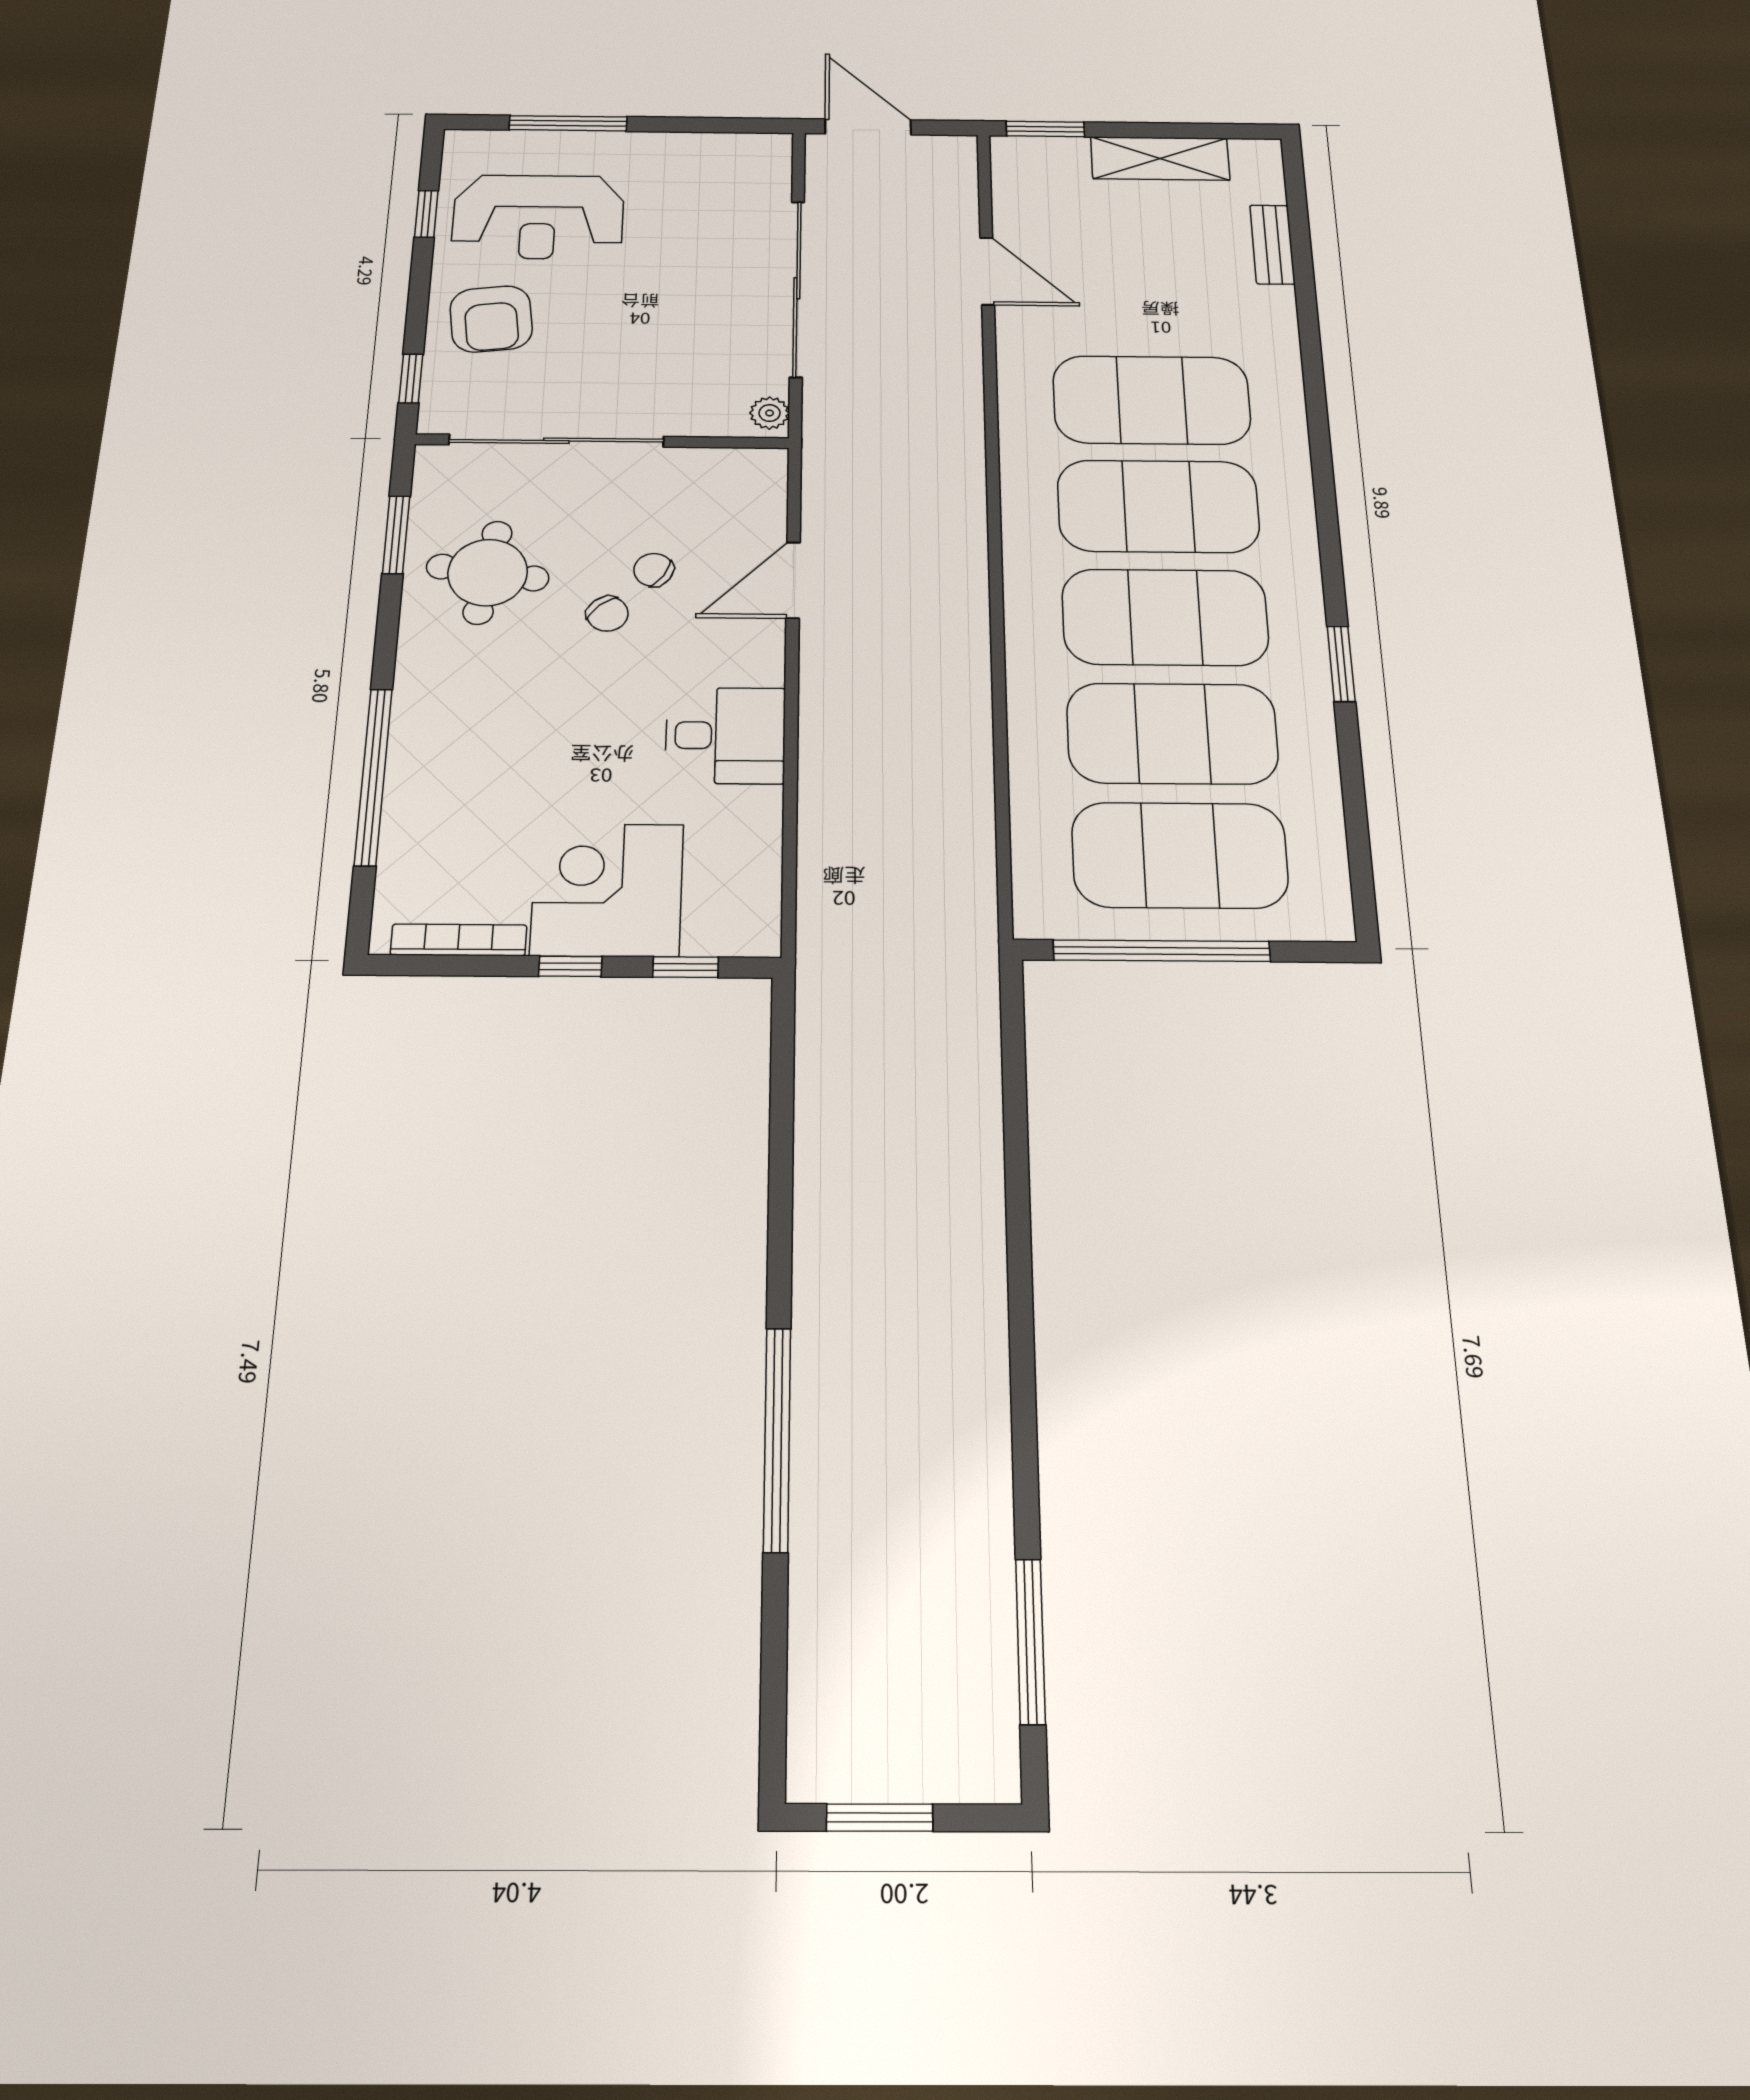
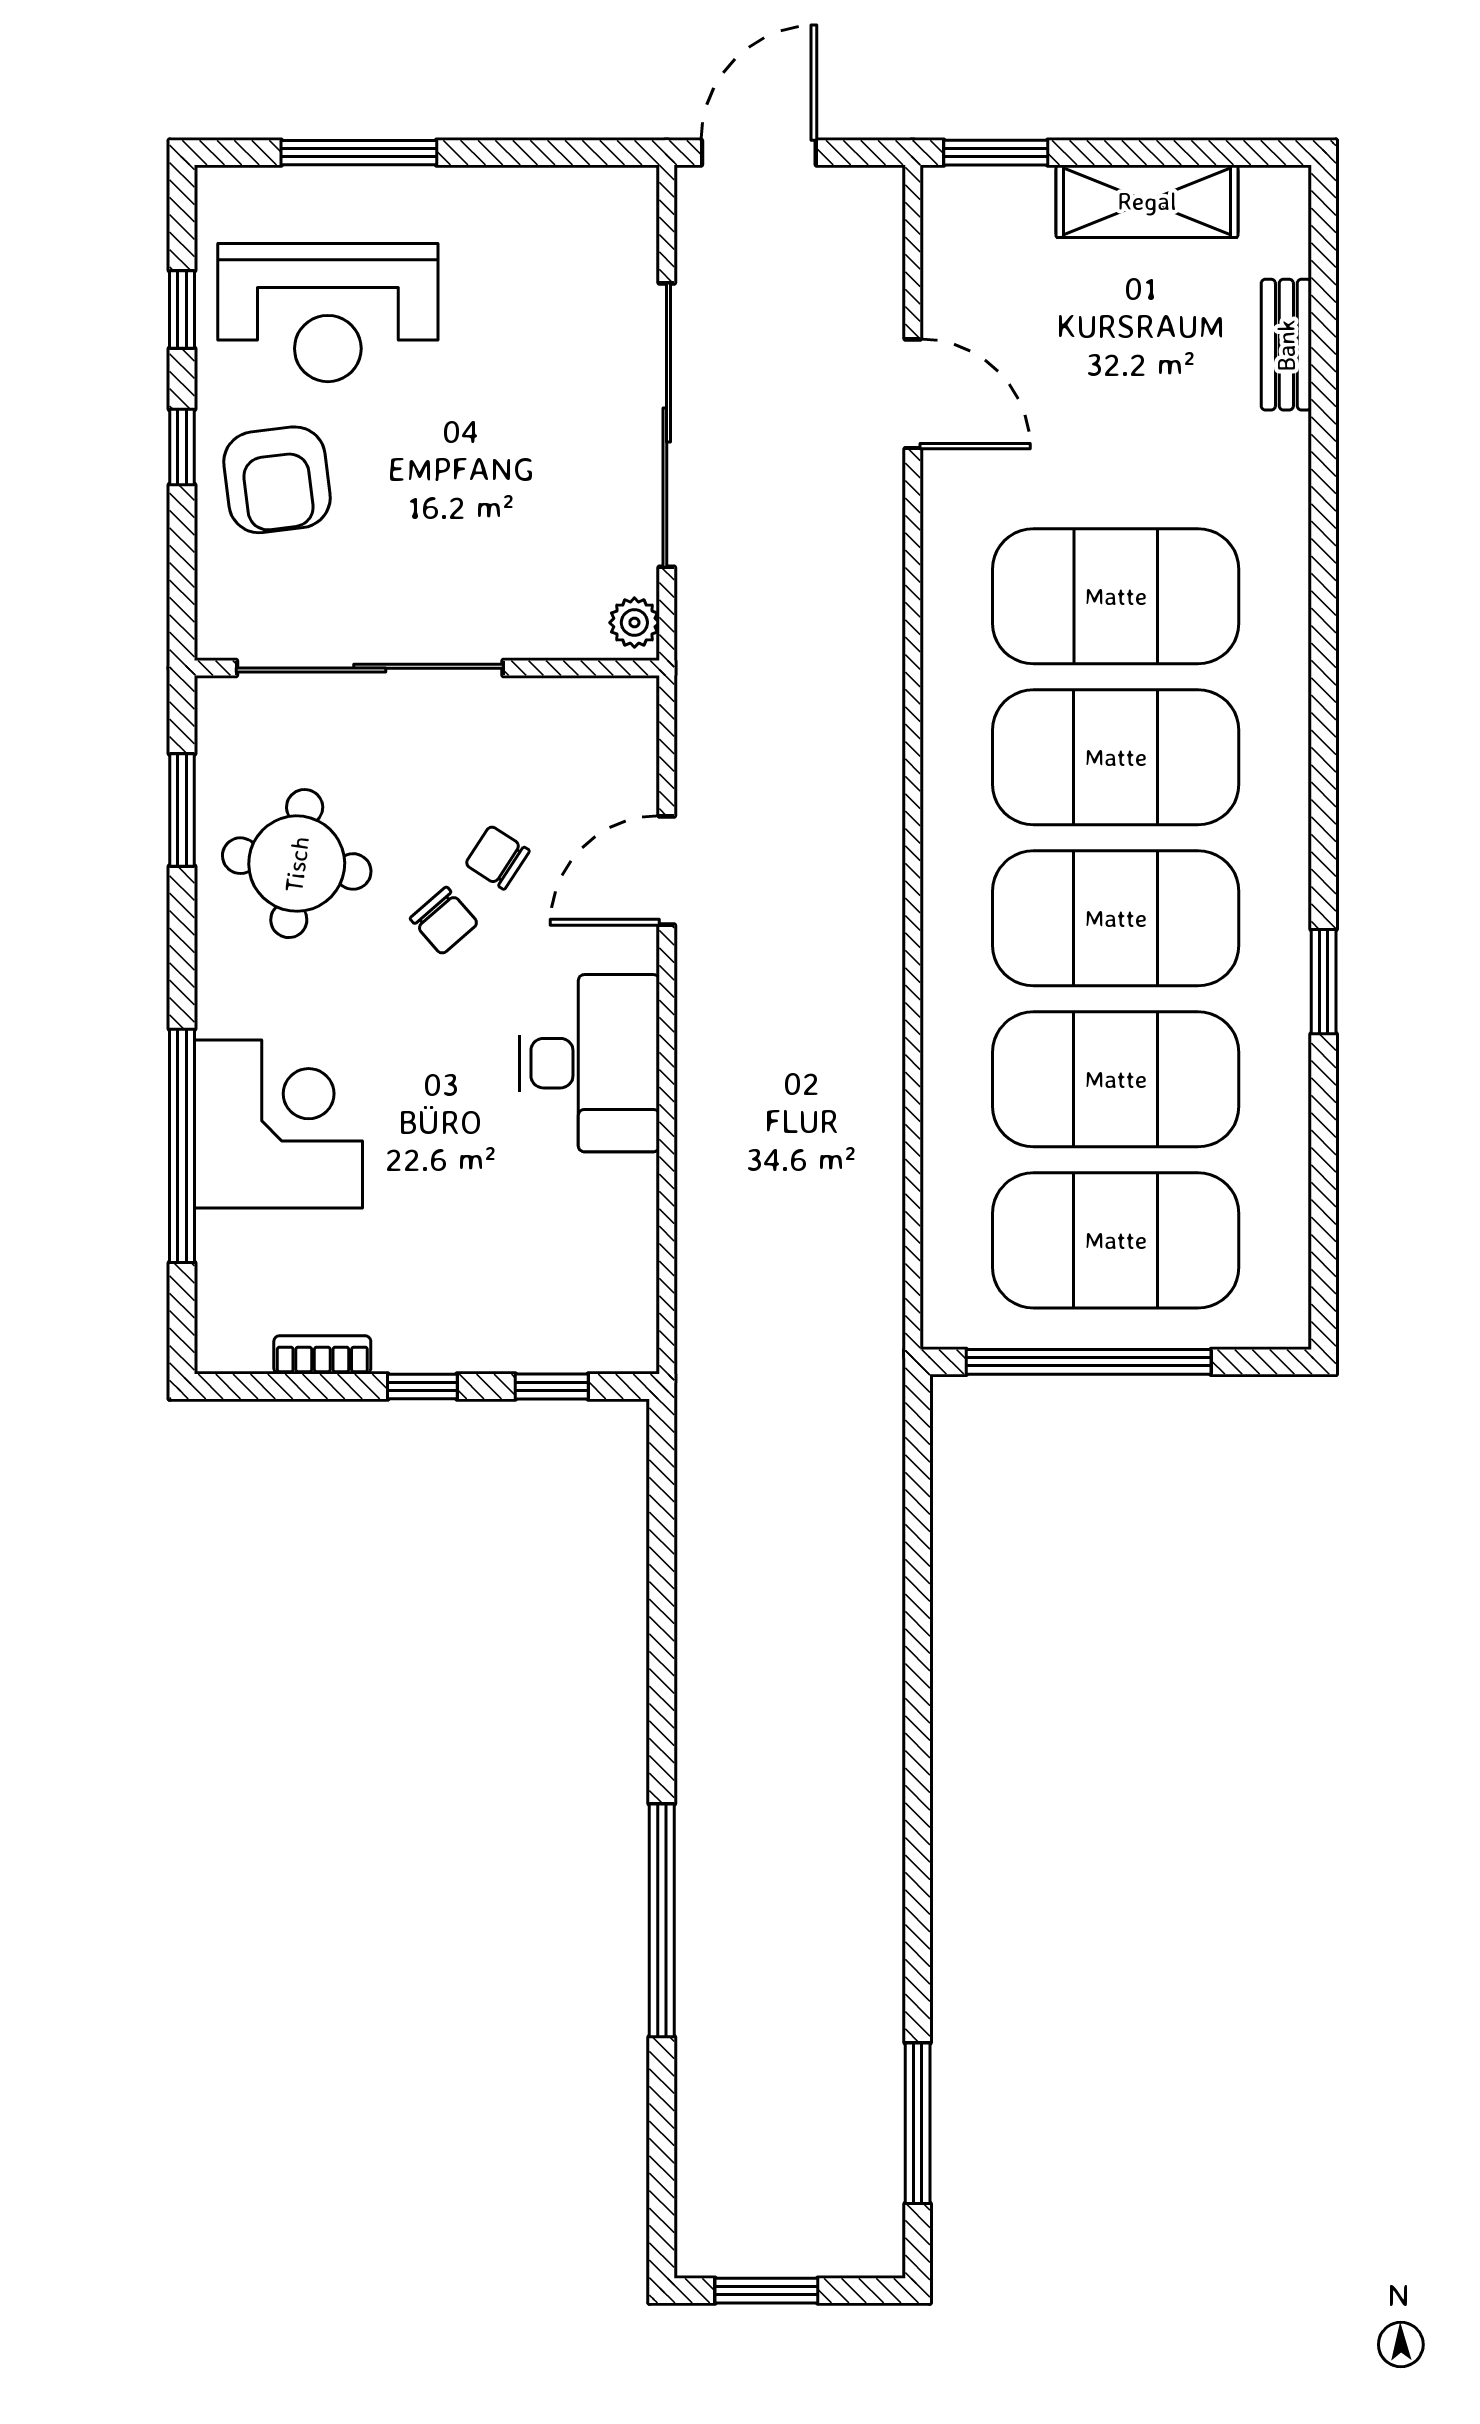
door: (868, 127) -> (759, 153), hinge flipped
window: (411, 379) -> (182, 447), moved
desk: (725, 735) -> (590, 1063), width x1.37
corner desk: (607, 890) -> (278, 1124), moved, turned 90
bookcase: (459, 940) -> (322, 1355), width x0.64

